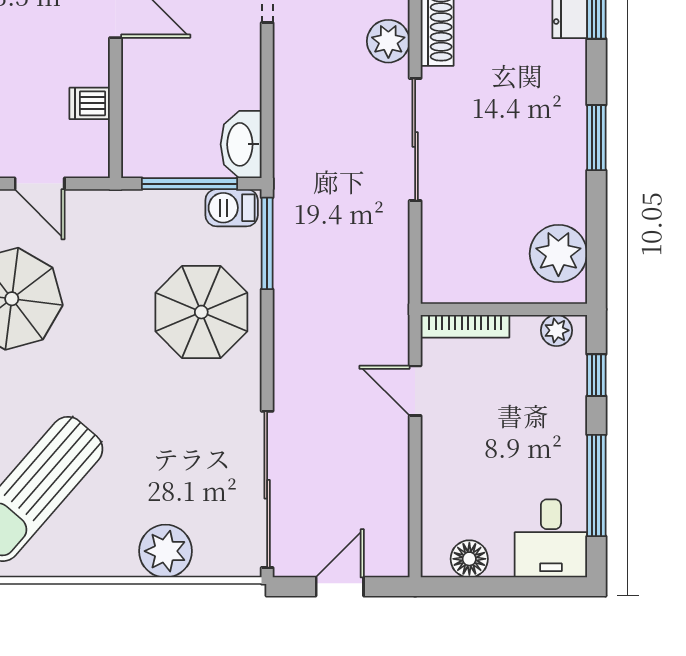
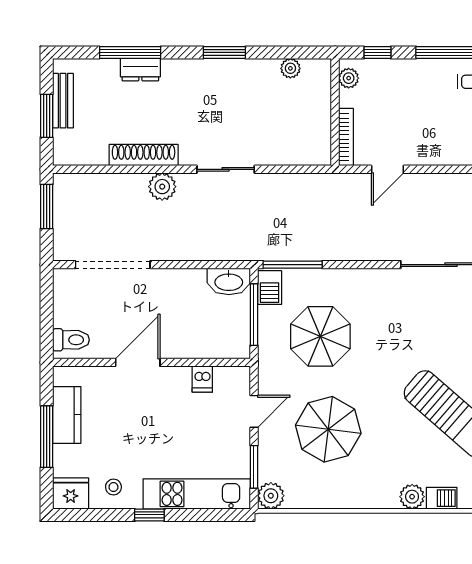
sliding door: (415, 140) -> (226, 169), width x0.73
plant: (558, 254) -> (290, 68), width x0.53, depth x0.53
parasol: (201, 312) -> (320, 336), moved

